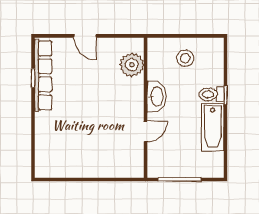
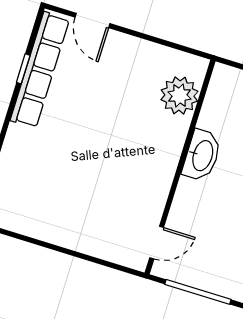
door: (85, 36) -> (93, 20), moved
door: (146, 131) -> (157, 243), moved

